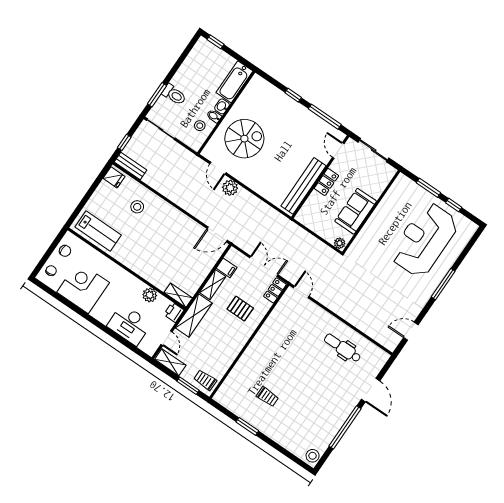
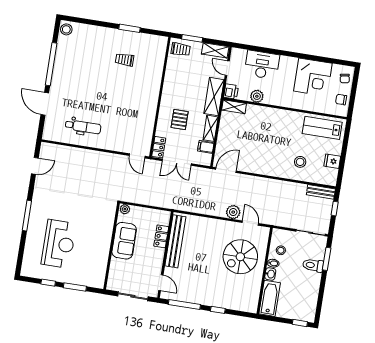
fridge: (114, 177) -> (332, 161), moved
locker: (326, 182) -> (161, 236), moved
reception desk: (424, 240) -> (59, 244), width x0.74, depth x0.77
pallet: (240, 309) -> (180, 120), turned 90

